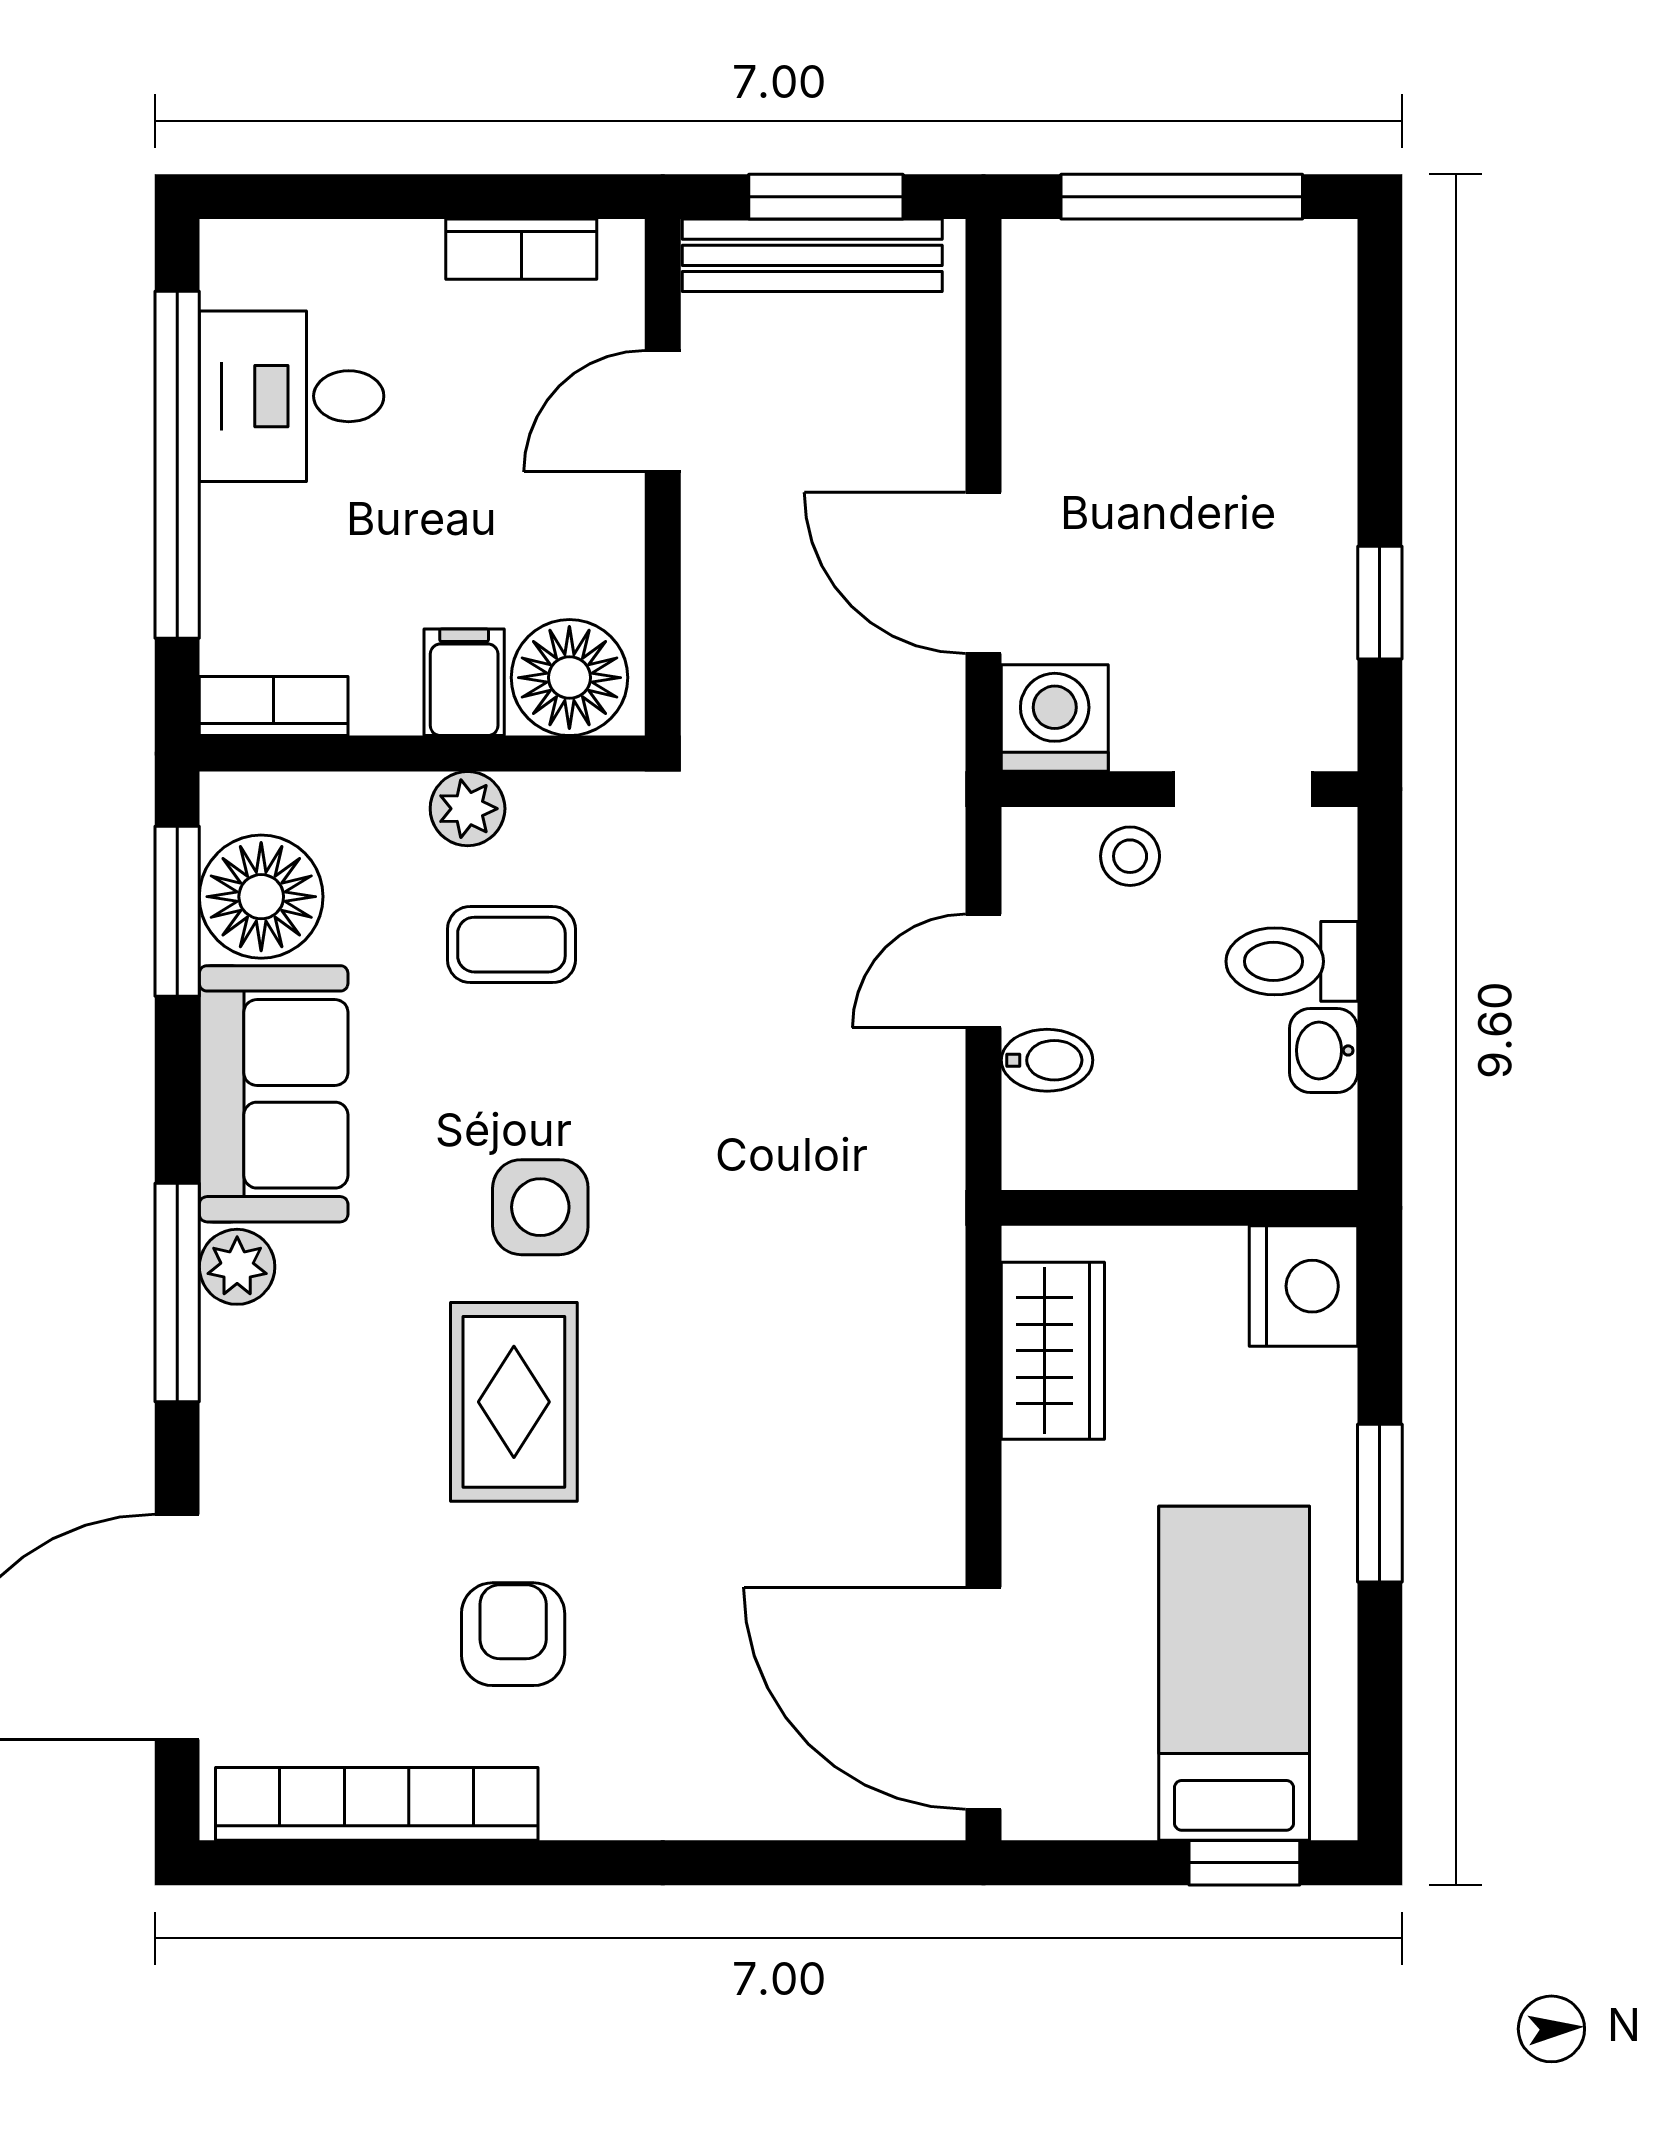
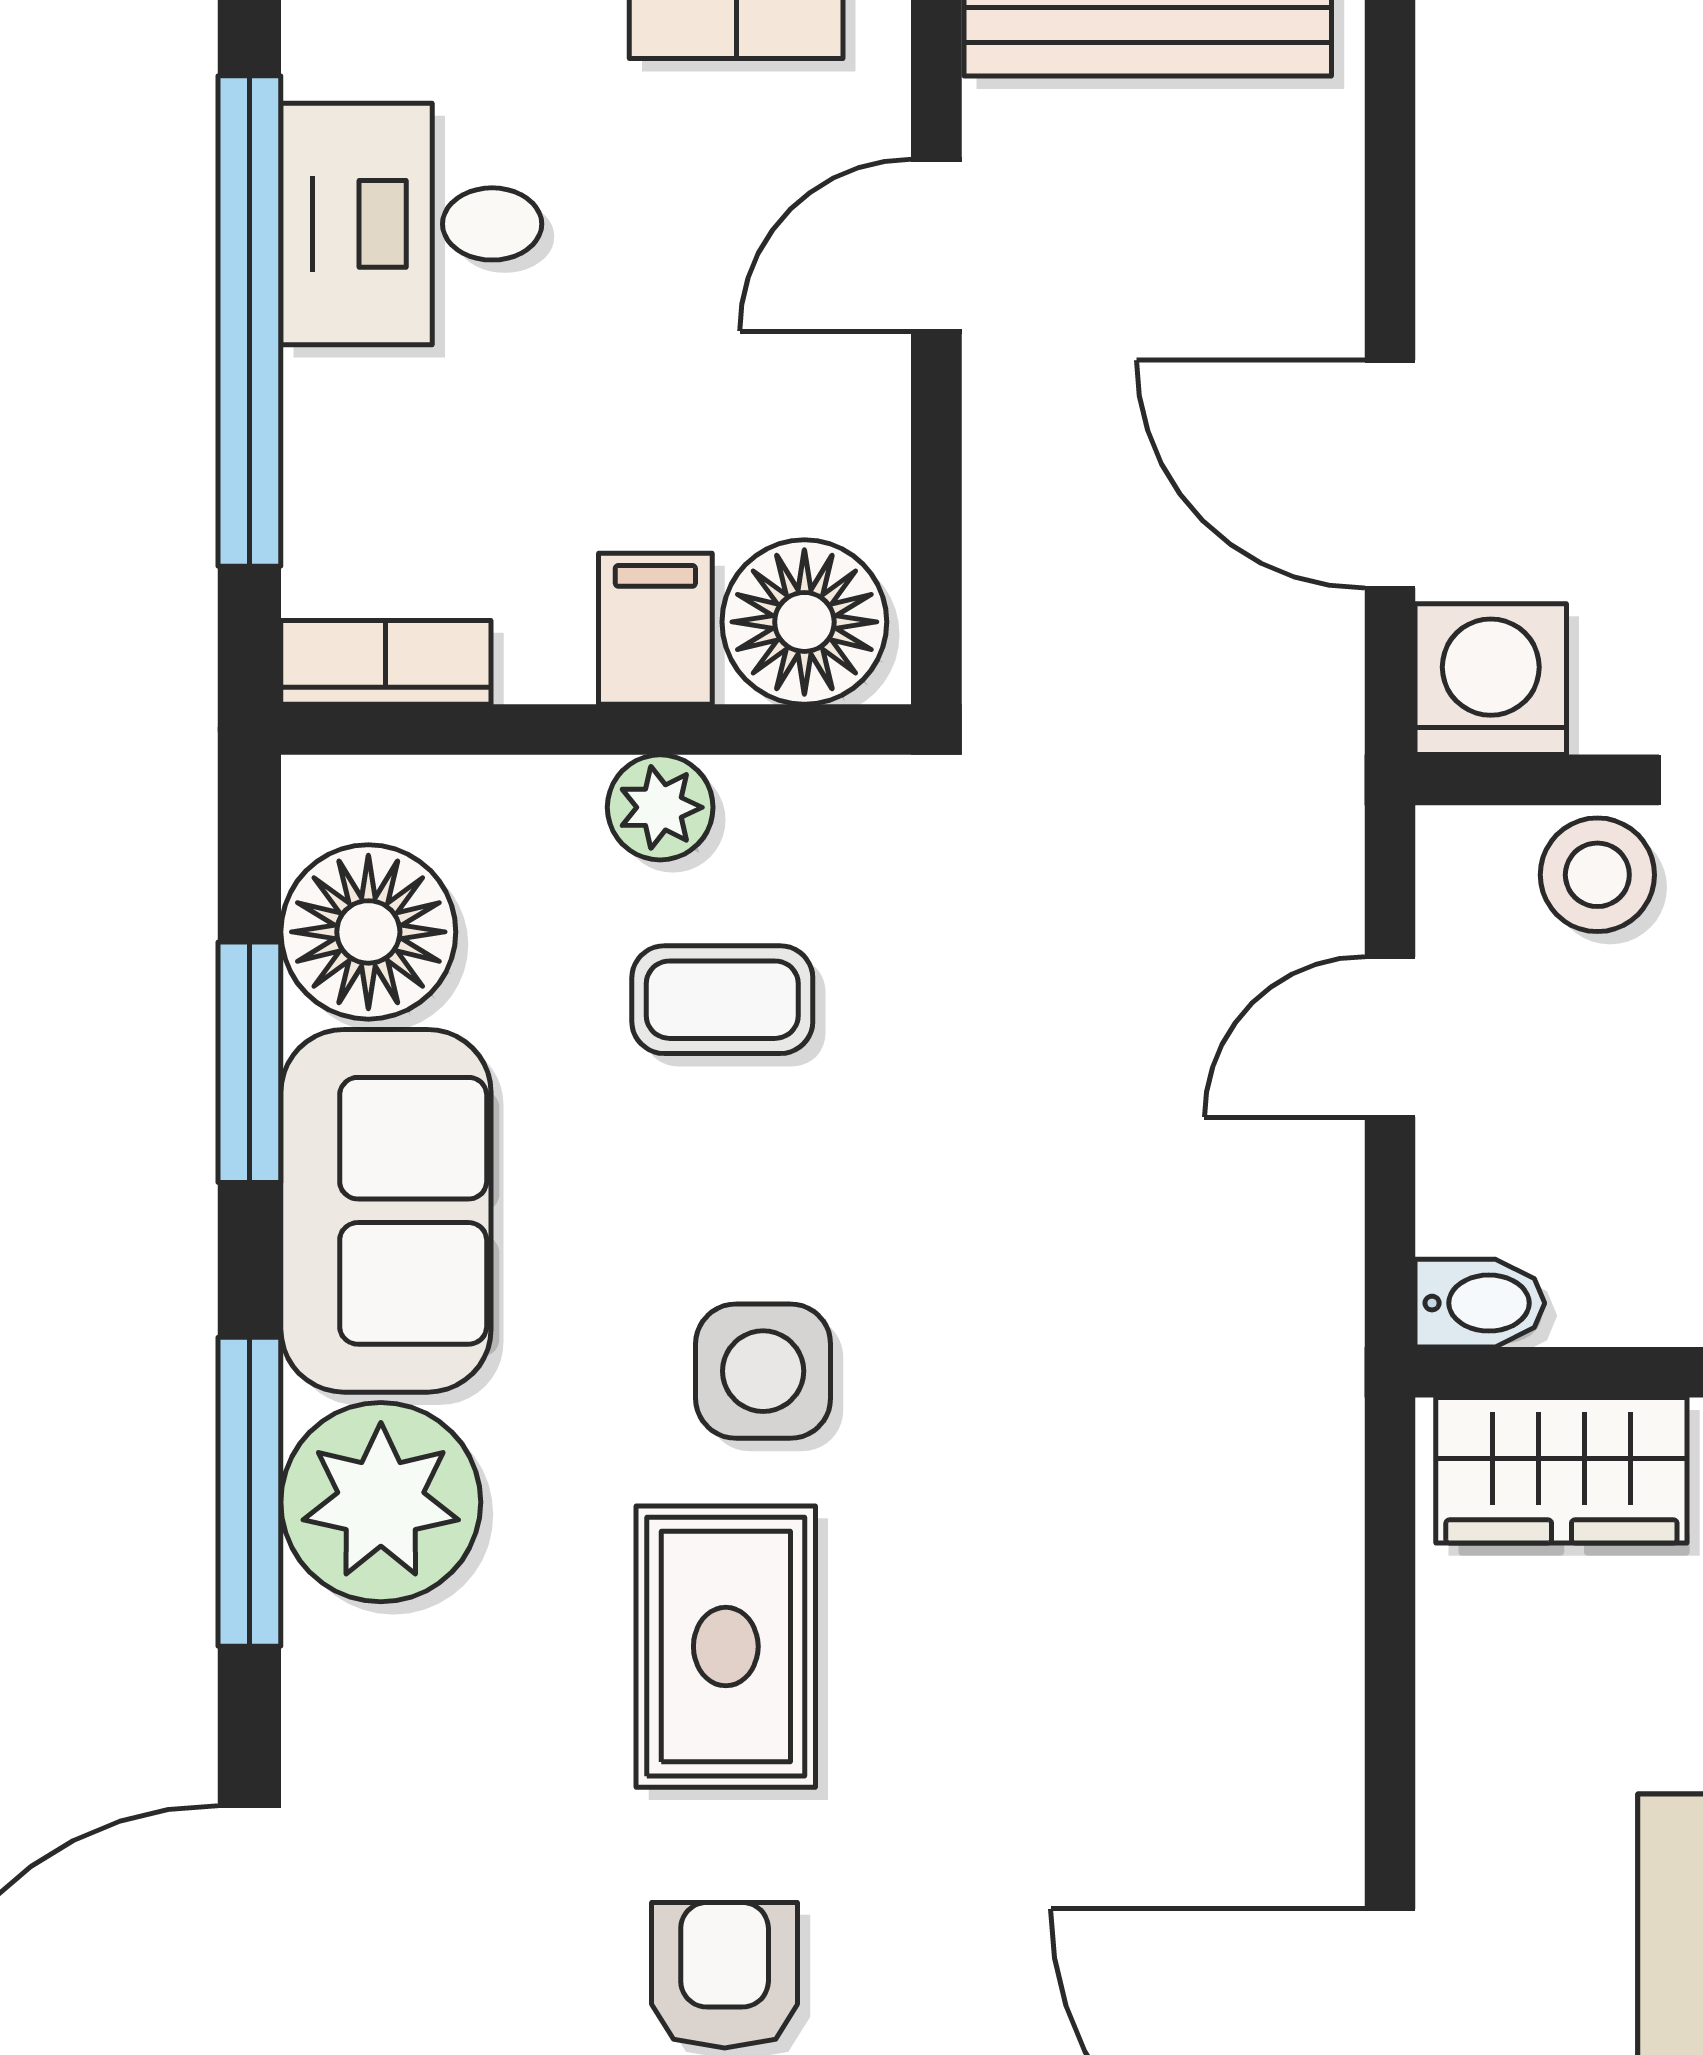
stool: (1130, 856) -> (1597, 875), width x1.37, depth x1.37
window: (177, 911) -> (249, 1062), moved
bidet: (1047, 1060) -> (1480, 1303), moved
plant: (237, 1267) -> (381, 1502), width x1.88, depth x1.88
wardrobe: (1053, 1351) -> (1561, 1470), moved, turned 90

